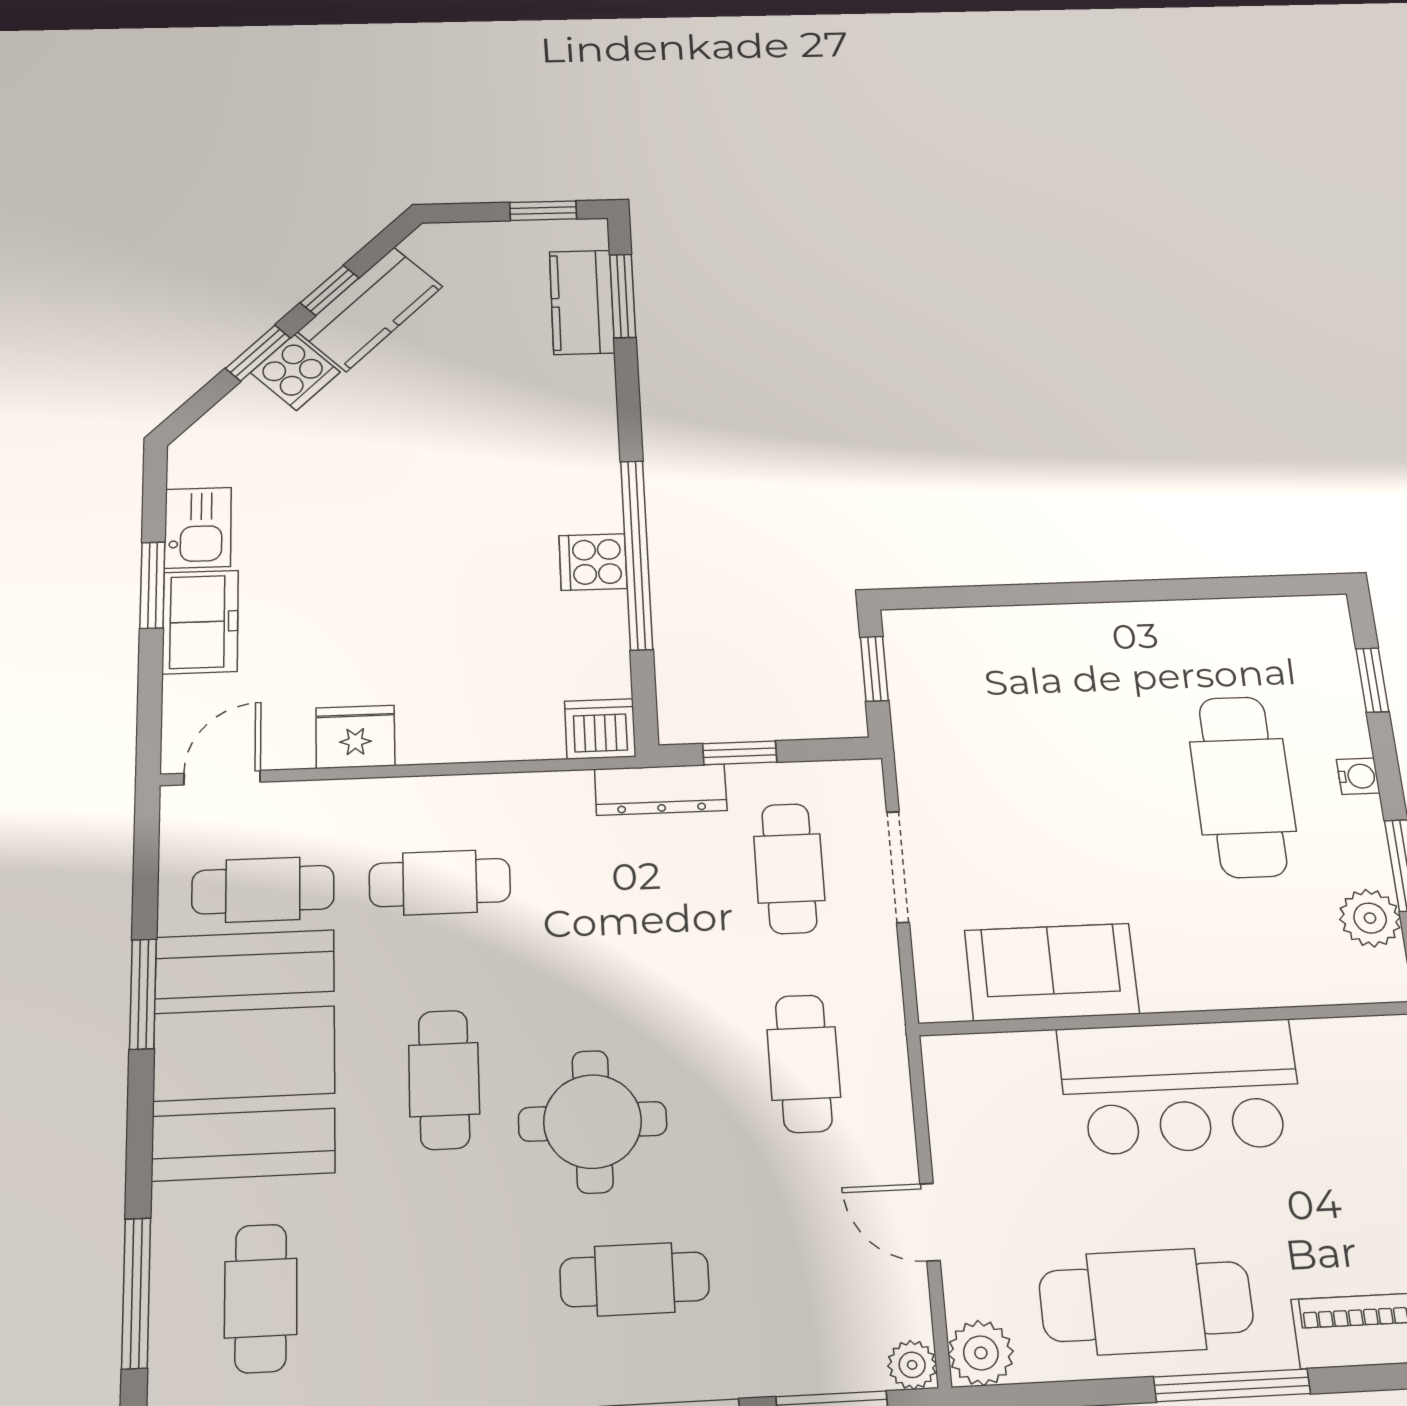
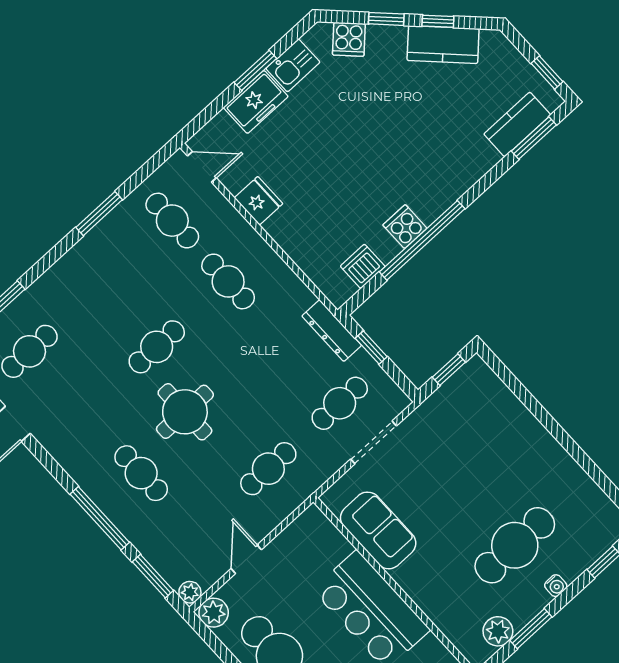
cooker: (295, 372) -> (349, 39), moved
dishwasher: (600, 729) -> (363, 266), moved, turned -90
booth: (244, 1053) -> (108, 269), removed

